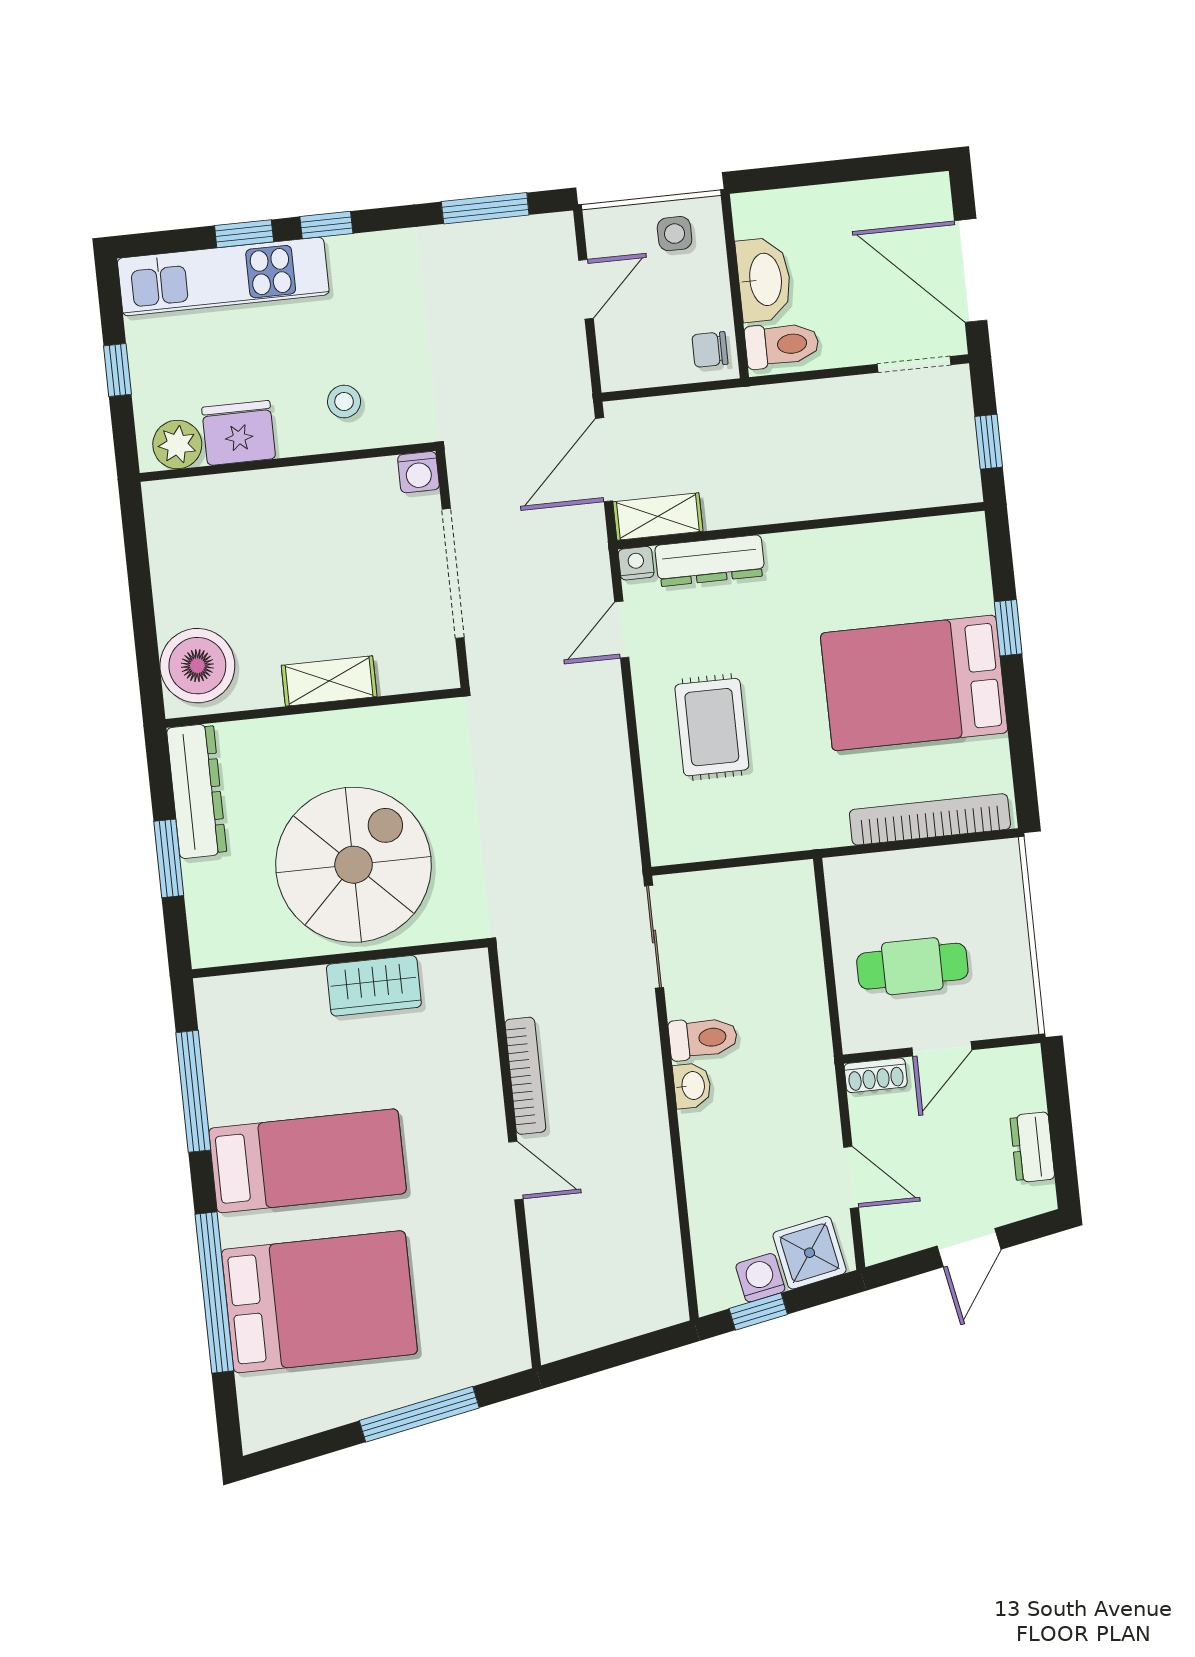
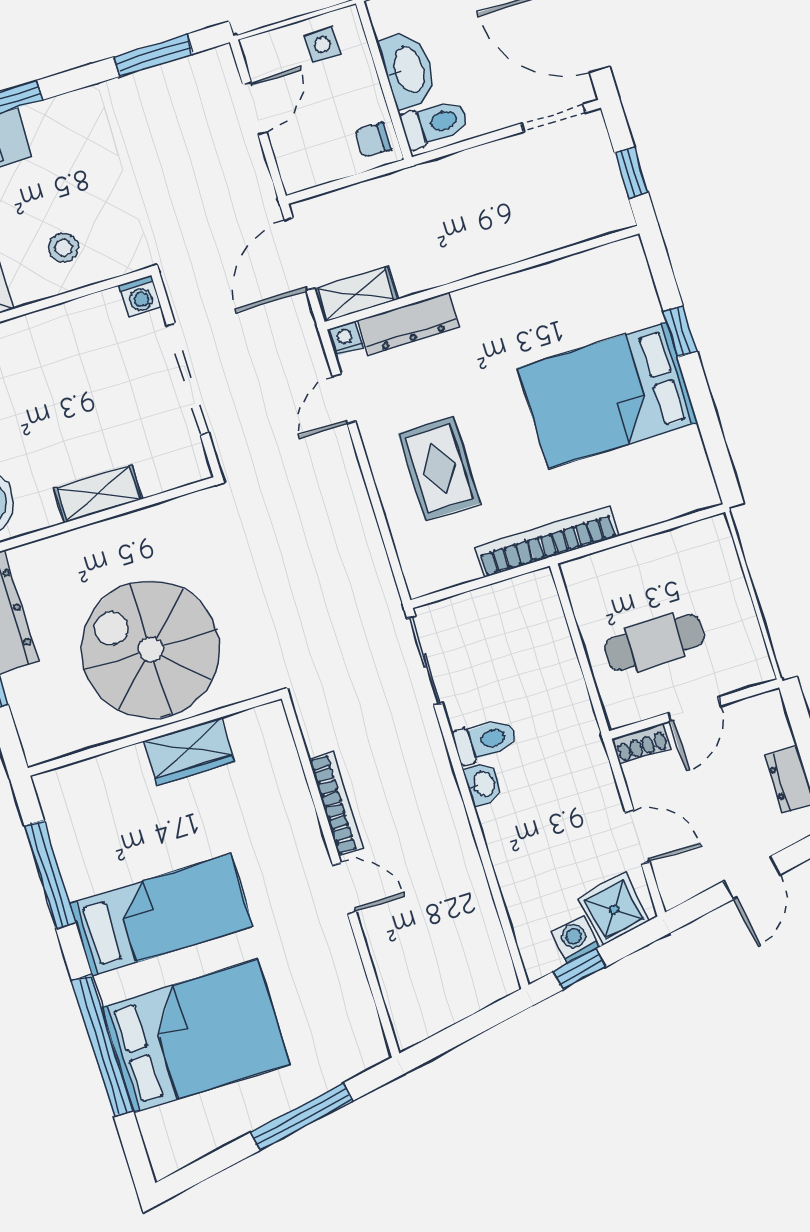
bookcase: (930, 819) -> (547, 542), moved
spiral stairs: (354, 865) -> (151, 649), turned -90

